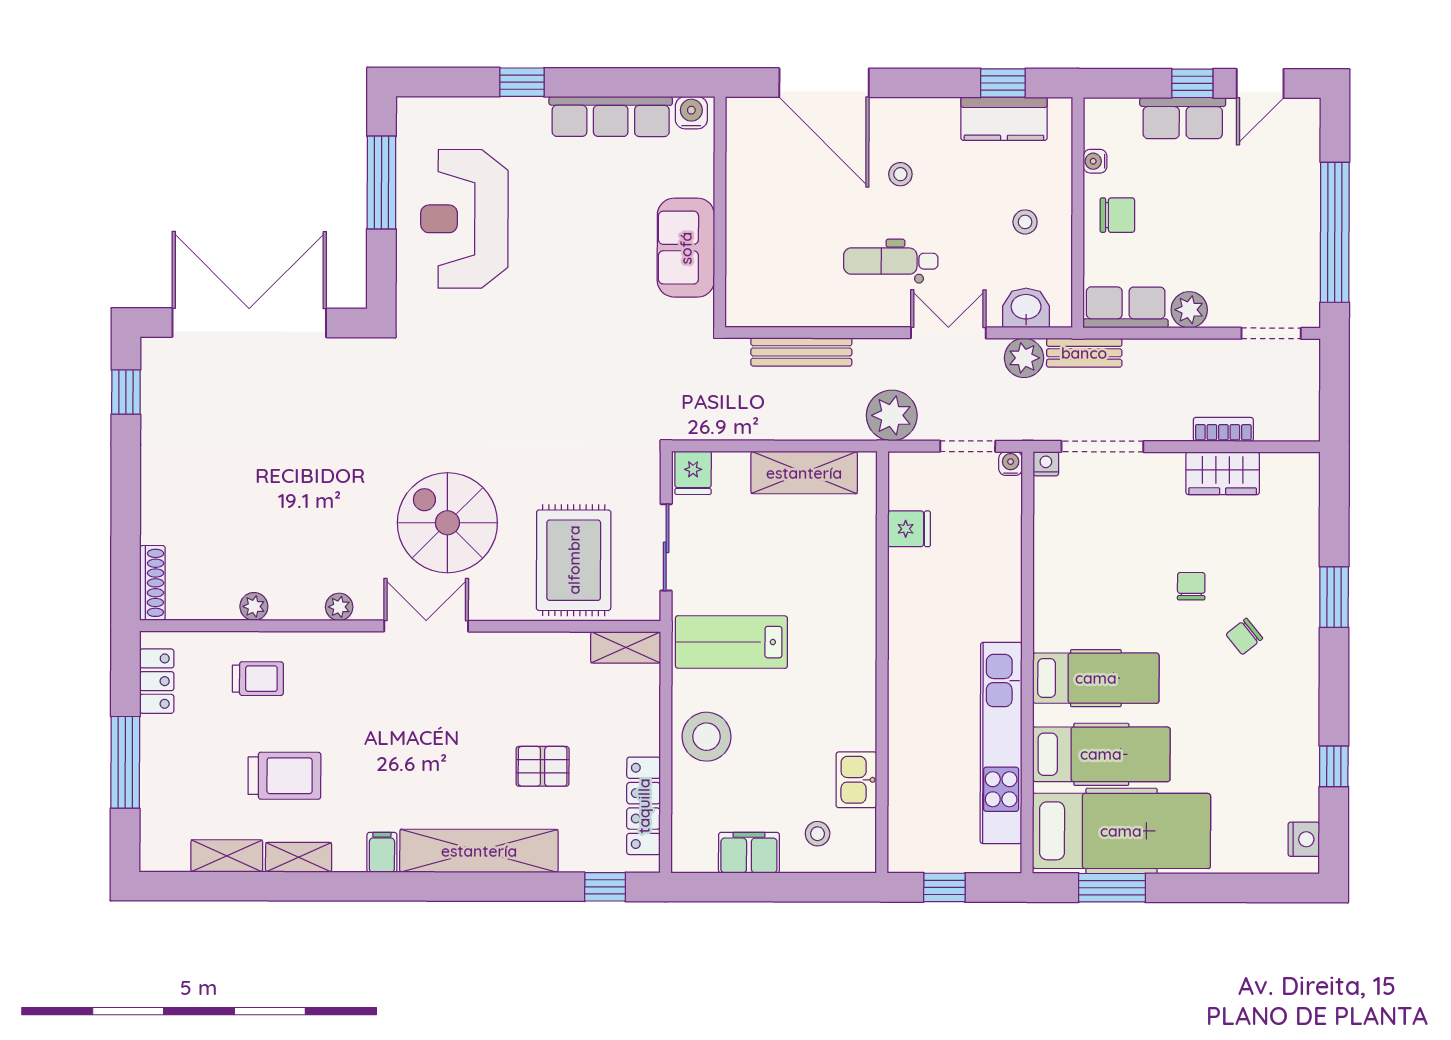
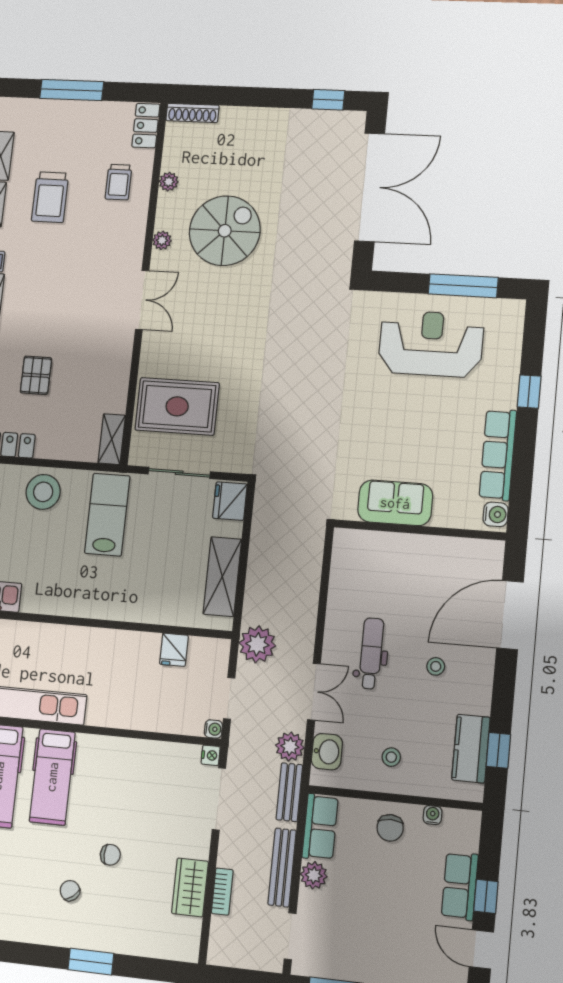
bench: (801, 352) -> (282, 868), moved
fridge: (693, 473) -> (230, 501), width x1.38
spiral stairs: (447, 523) -> (225, 231), moved
locker: (157, 681) -> (146, 126), moved, turned 90

